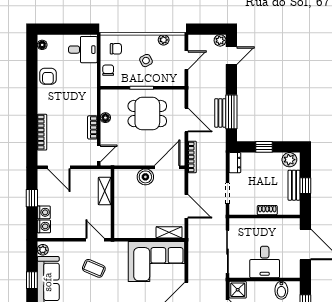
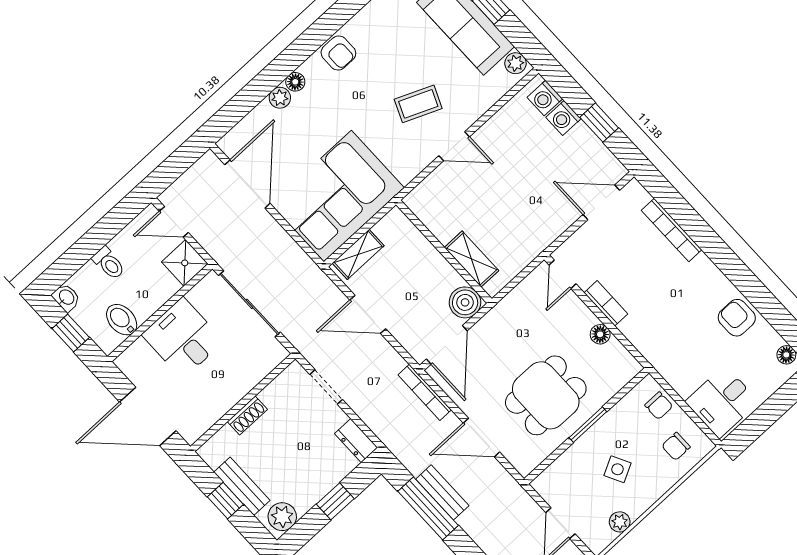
shelving: (105, 191) -> (472, 259), moved
wall: (112, 203) -> (444, 252), moved

